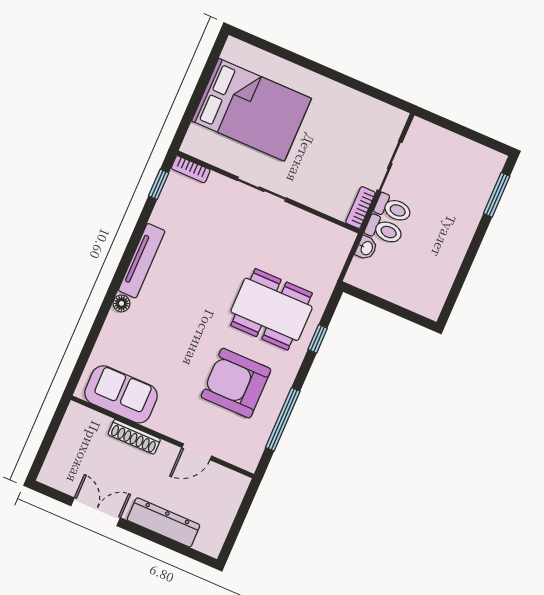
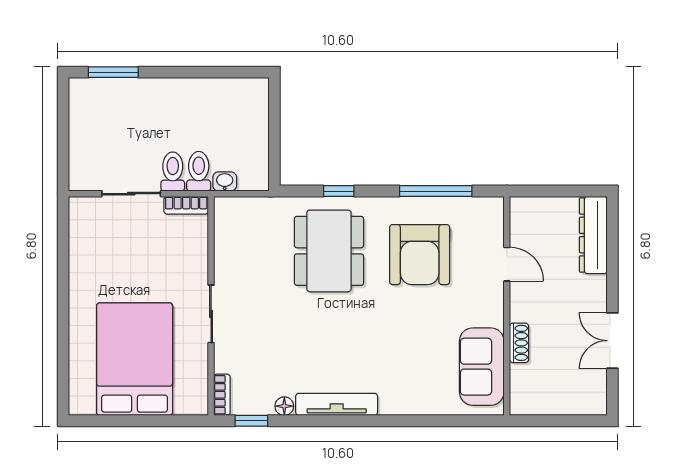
floor lamp: (121, 303) -> (284, 406), moved
shoe rack: (134, 437) -> (519, 343), width x0.70
dresser: (163, 522) -> (593, 235), moved

